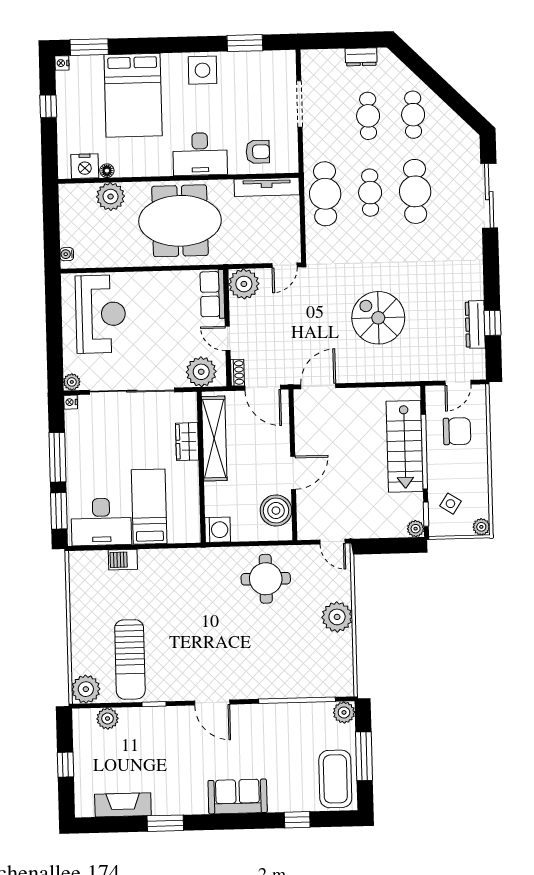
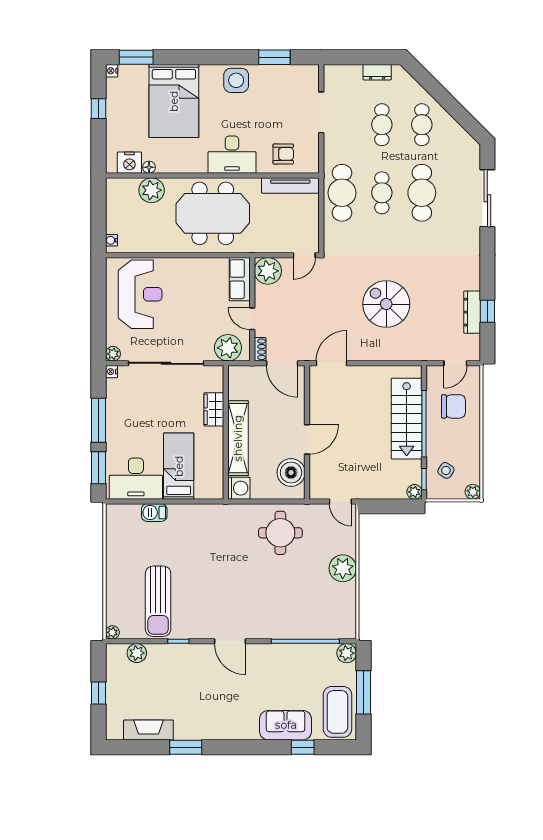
shelving: (214, 439) -> (238, 438), moved
plant: (86, 689) -> (112, 632), width x0.53, depth x0.53
sofa: (238, 796) -> (286, 725), moved

